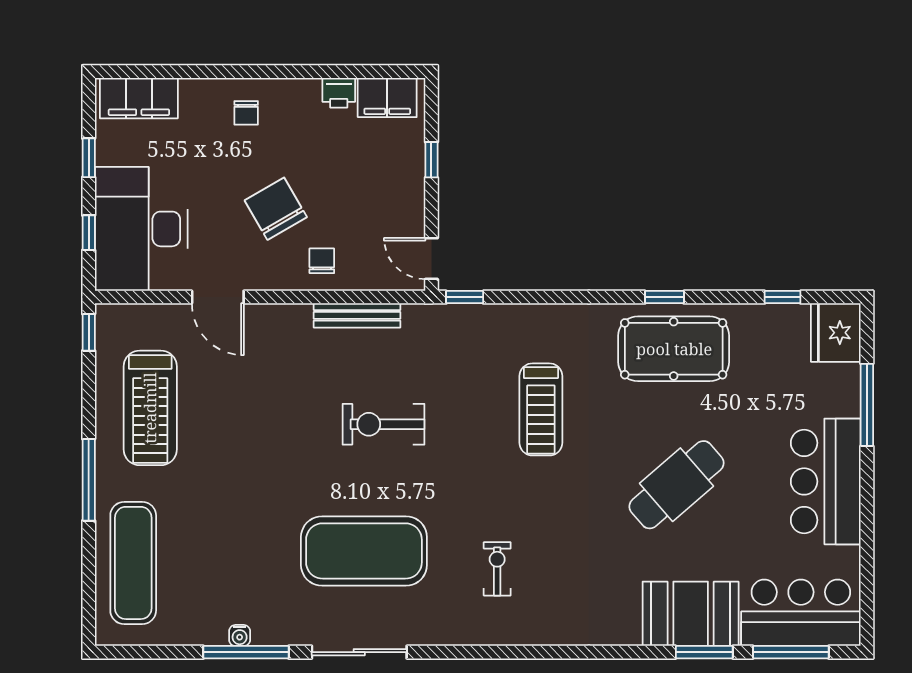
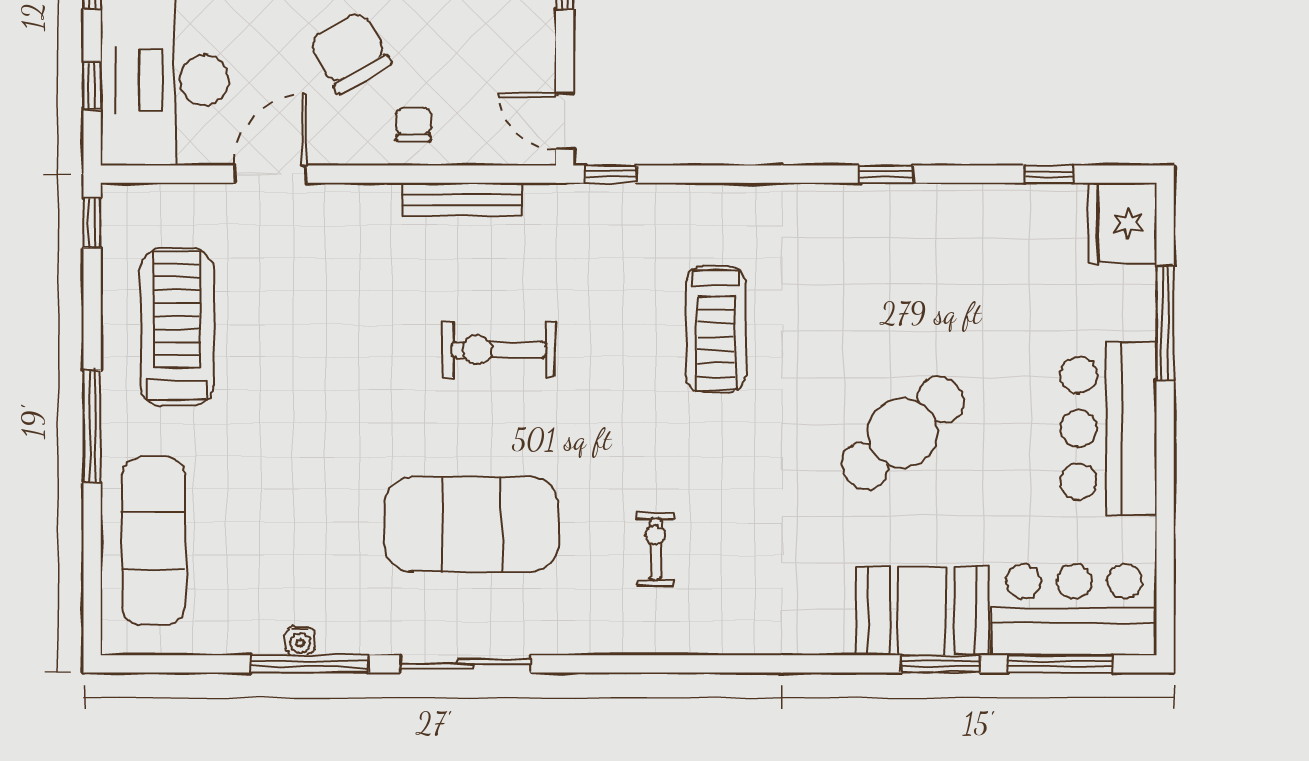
door: (218, 297) -> (270, 174), swing flipped
pool table: (674, 349) -> (899, 246), removed
treadmill: (150, 408) -> (177, 327), turned 180

